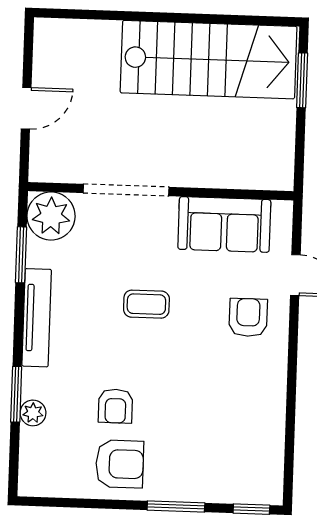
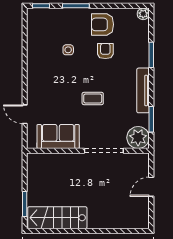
stairs: (209, 60) -> (57, 218), width x0.73, depth x0.66
armchair: (248, 318) -> (46, 94), removed
side table: (196, 412) -> (68, 50), added
plant: (33, 413) -> (143, 14), moved

